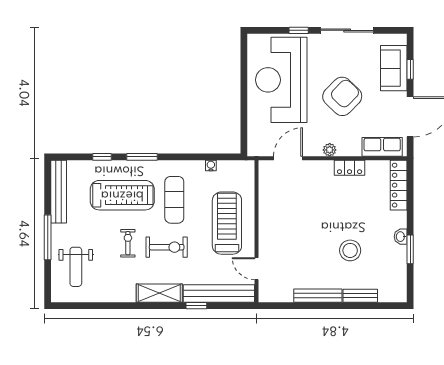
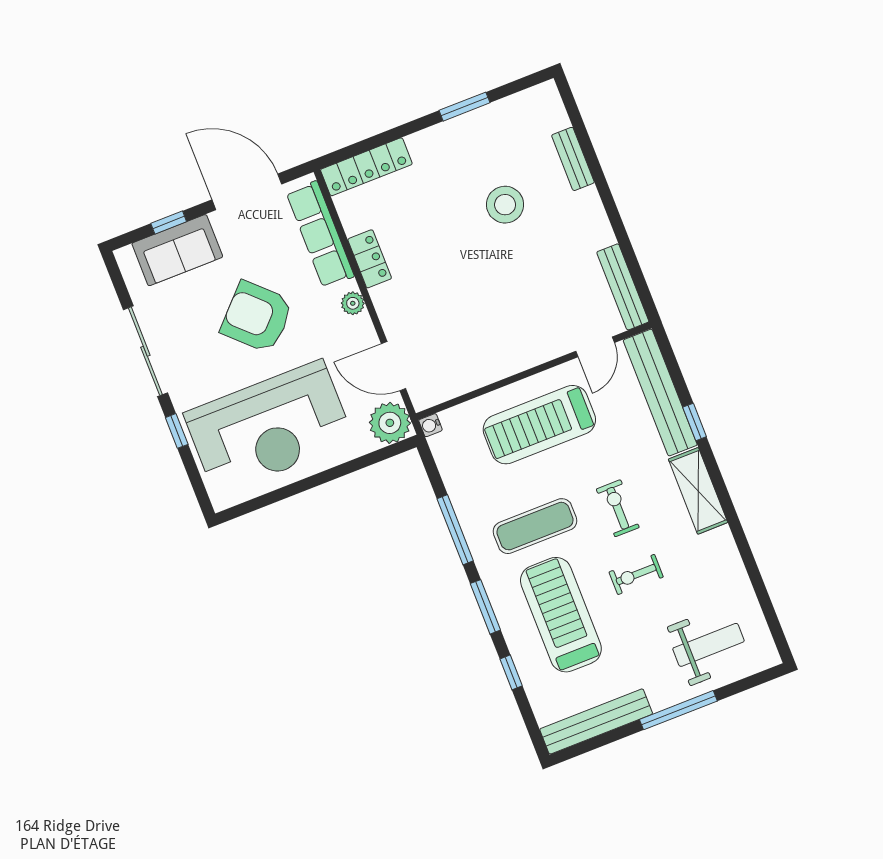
plant: (259, 145) -> (390, 423), added
row of seats: (382, 147) -> (320, 234), width x1.48
window: (189, 157) -> (455, 530), added
water cooler: (211, 166) -> (430, 425), moved
washbasin: (401, 237) -> (450, 130), removed
exercise bike: (167, 247) -> (618, 508), width x0.73, depth x0.72
bench: (318, 296) -> (623, 287), moved

